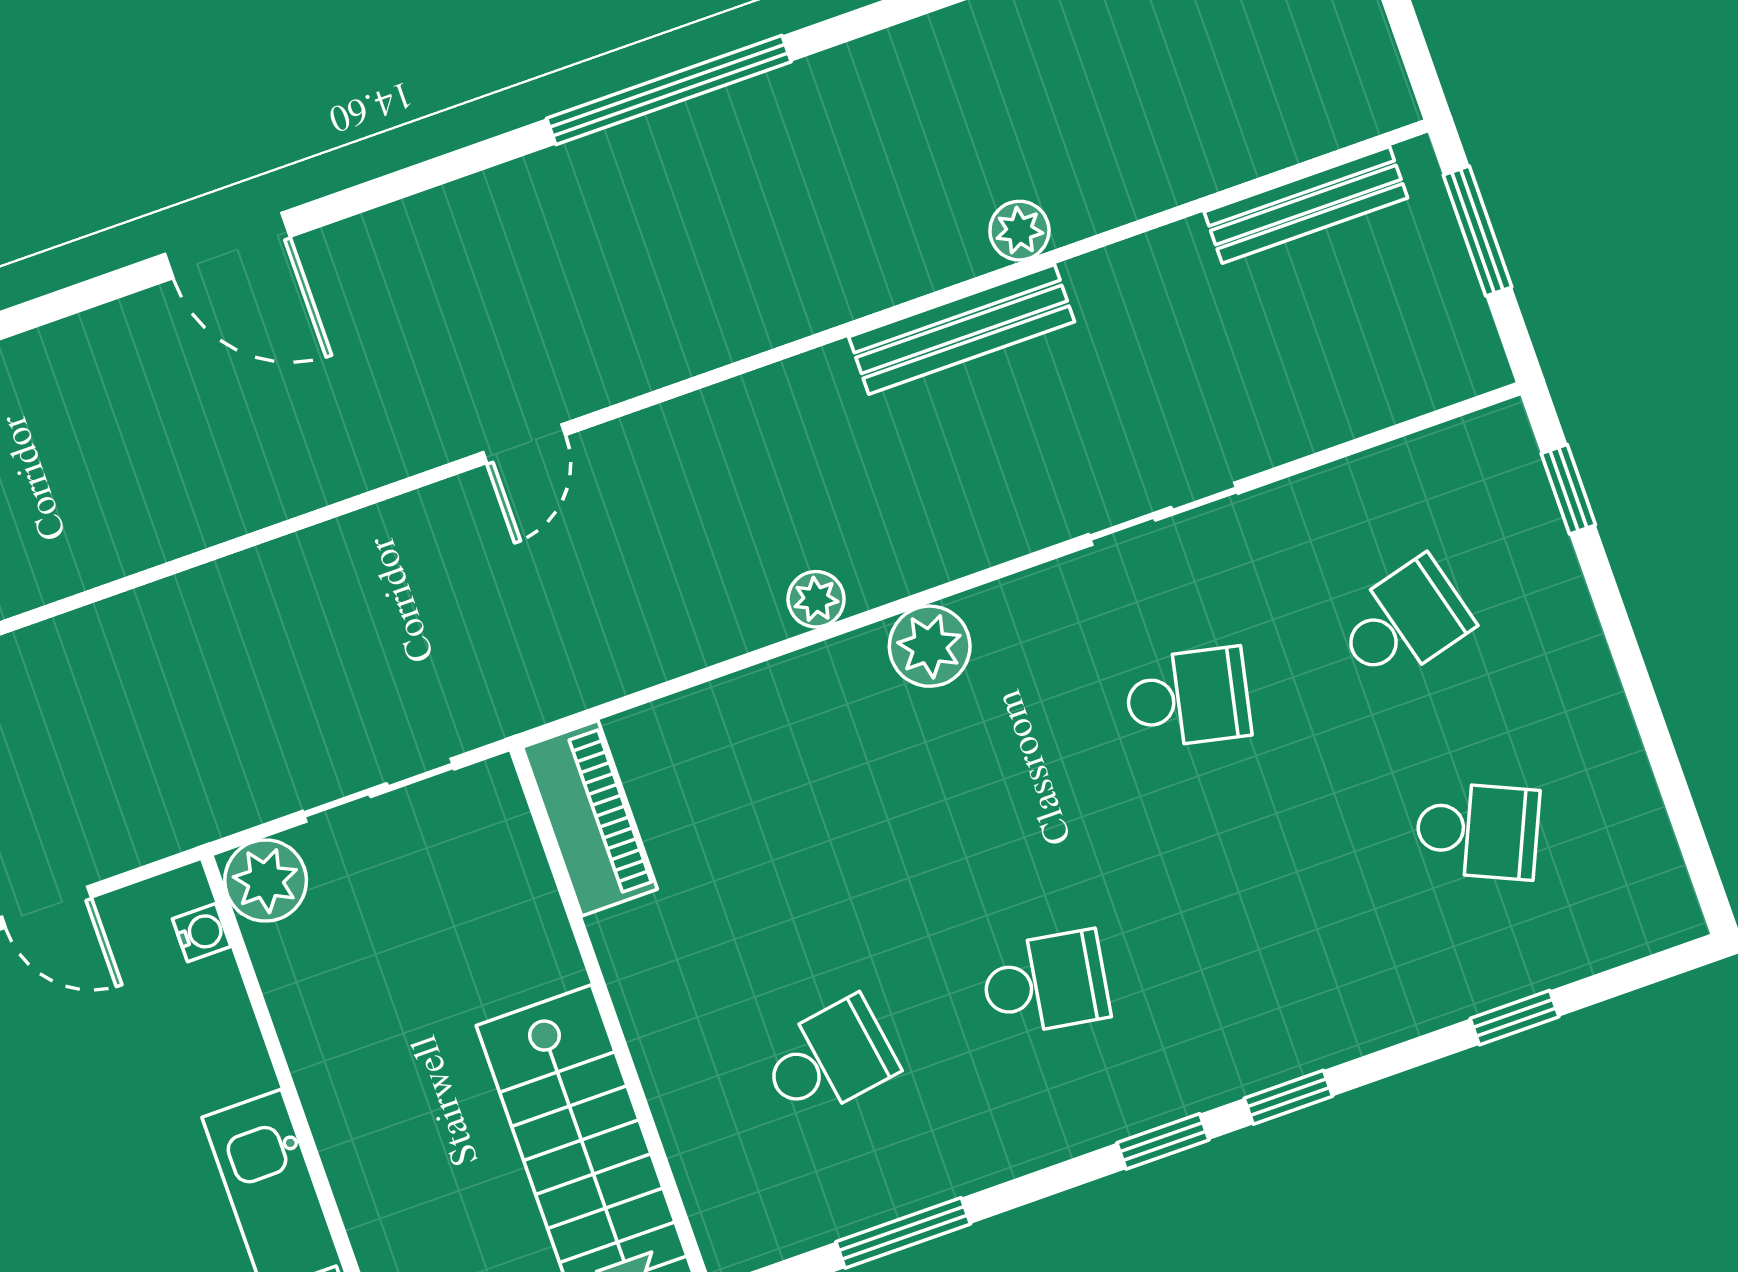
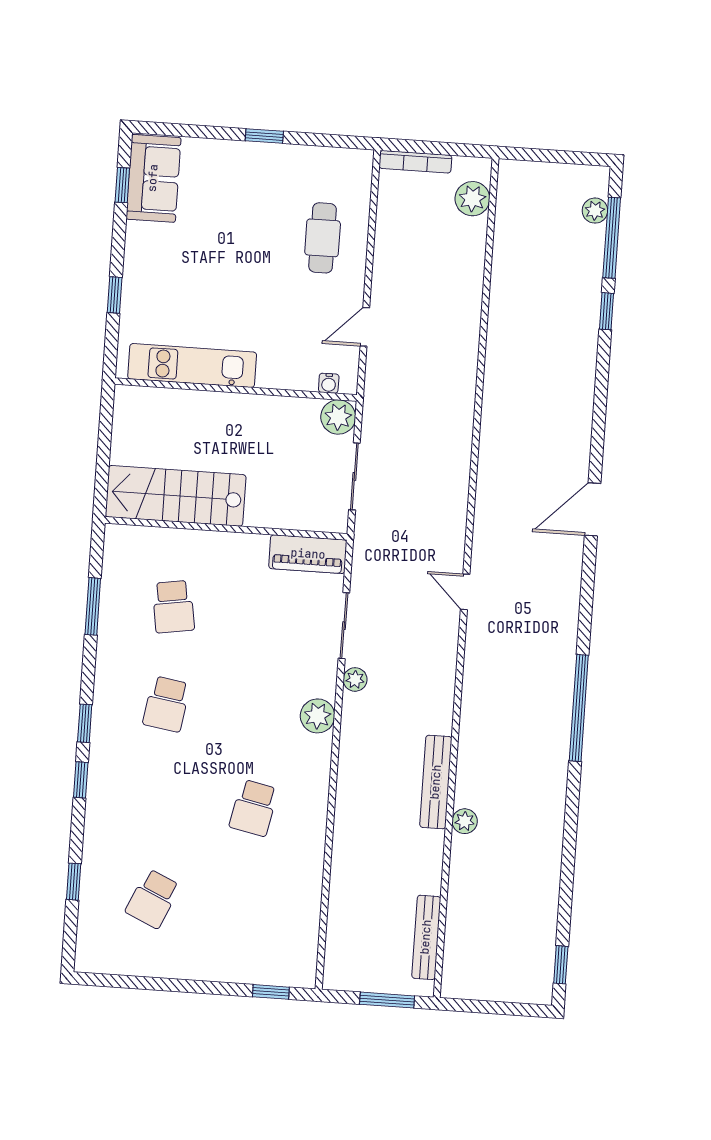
sliding door: (1163, 514) -> (344, 626), moved
school desk: (1404, 622) -> (247, 905), removed

